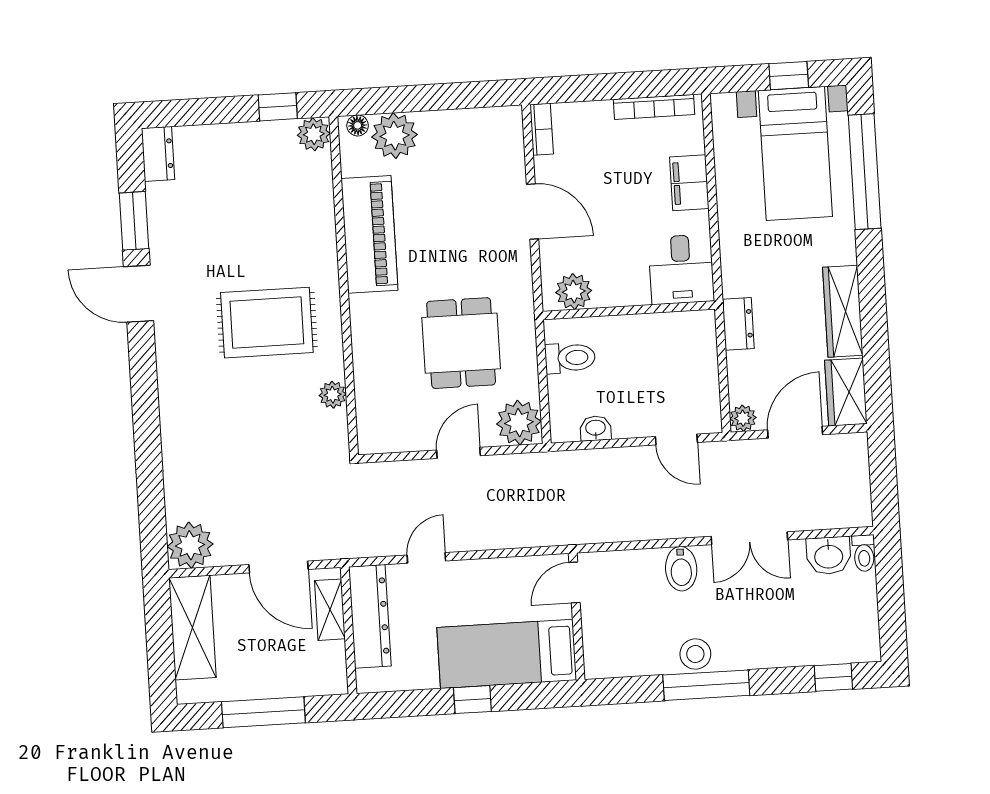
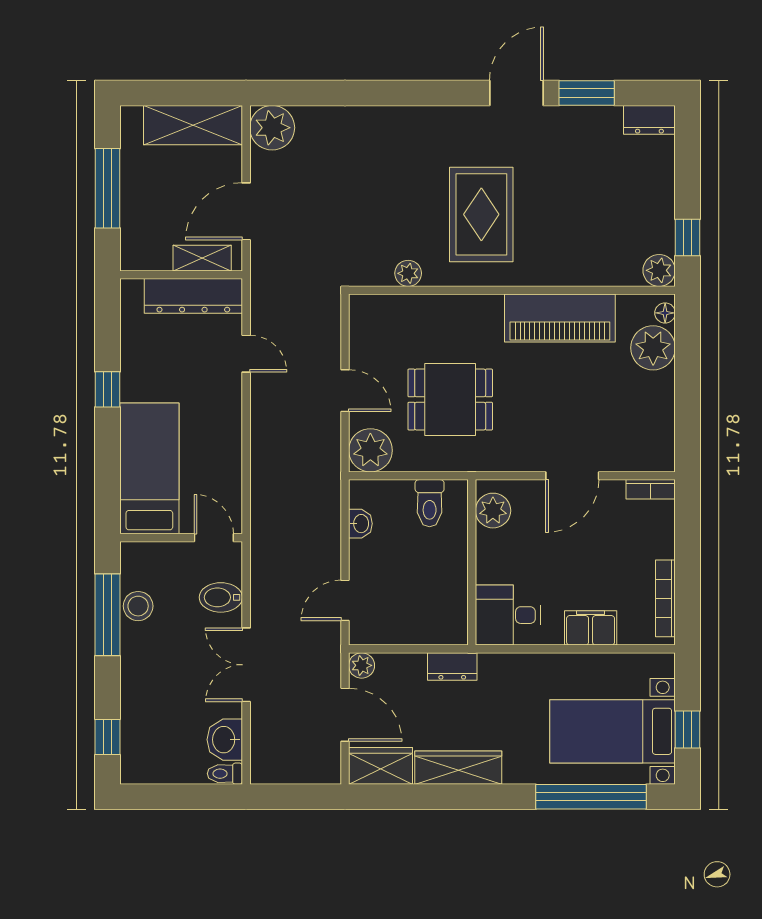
door: (575, 582) -> (214, 538), moved
wall: (577, 616) -> (181, 538), moved
bed: (507, 654) -> (149, 468), moved

